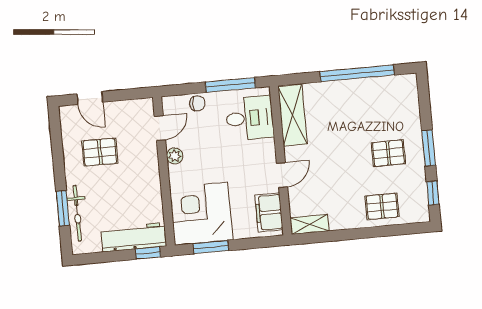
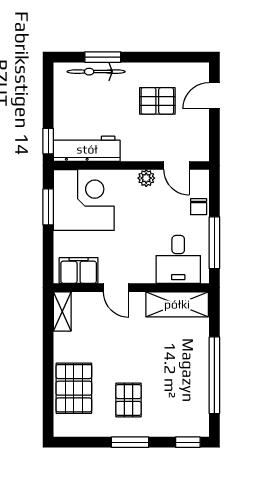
pallet: (100, 152) -> (157, 101), turned 90
window: (433, 193) -> (188, 442), moved
pallet: (382, 206) -> (74, 388), width x1.50, depth x1.42
workbench: (134, 237) -> (87, 149), moved, turned -90

